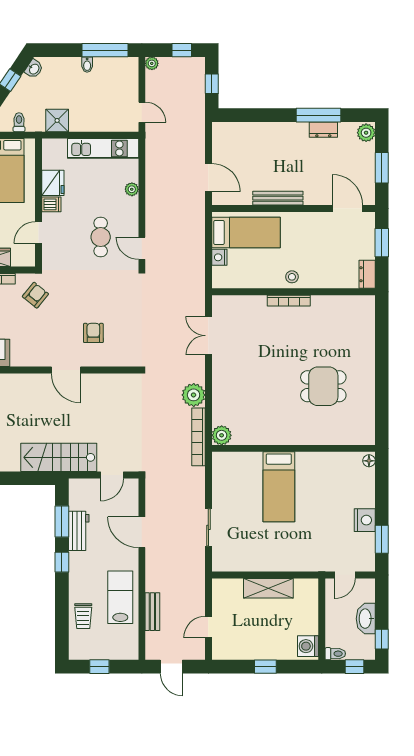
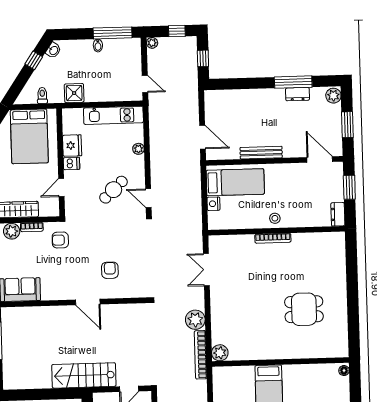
cafe table: (101, 237) -> (114, 190), turned 47
armchair: (35, 295) -> (60, 240), turned -129

